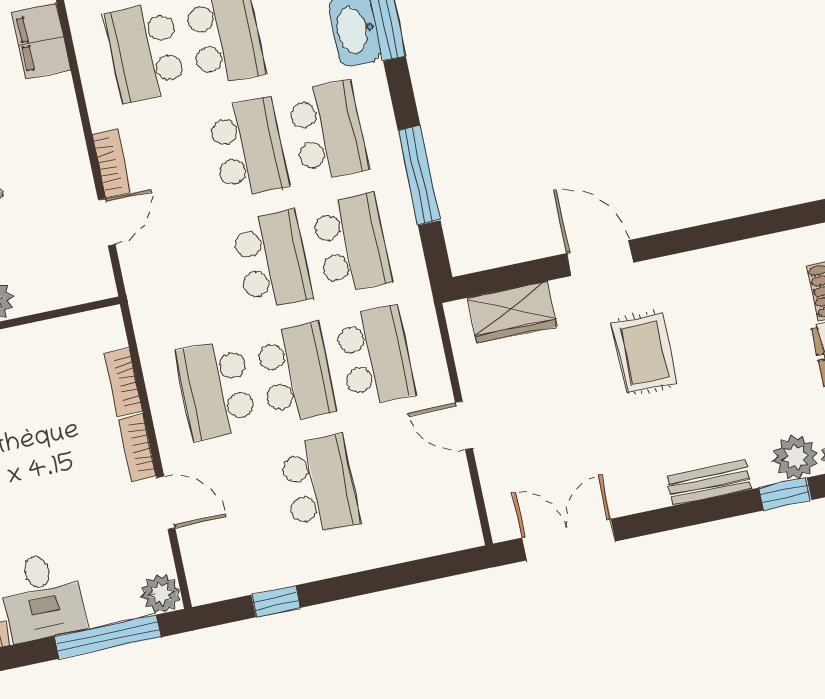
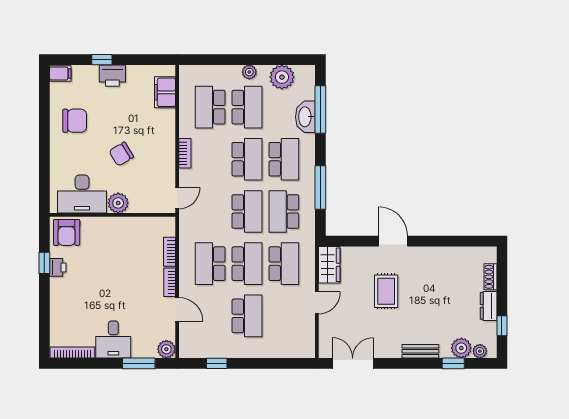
door: (107, 222) -> (177, 198), moved
school desk: (351, 244) -> (284, 211), turned 180
wardrobe: (512, 312) -> (329, 265), moved, turned -90
rug: (644, 353) -> (386, 291), moved
door: (464, 425) -> (317, 303), swing flipped
window: (108, 637) -> (139, 363), width x0.69

